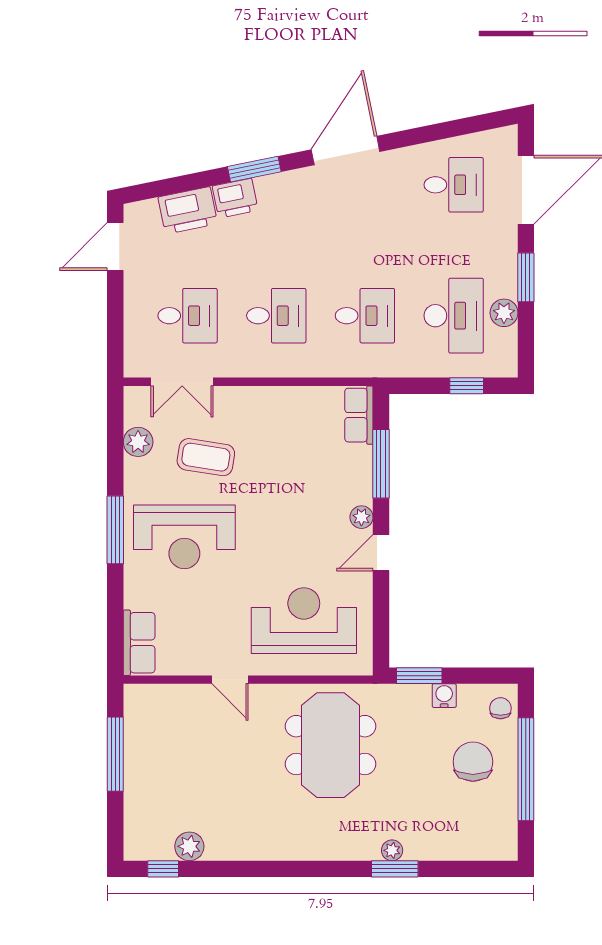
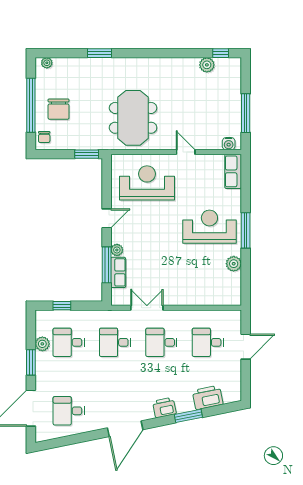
window: (254, 169) -> (188, 416), moved
printer: (235, 198) -> (164, 408), moved
door: (115, 247) -> (246, 347), moved
desk: (454, 316) -> (69, 342), width x0.73
double door: (182, 382) -> (147, 308), moved
row of seats: (359, 415) -> (118, 272), moved
plant: (138, 442) -> (234, 264), moved
coffee table: (206, 457) -> (198, 268), removed
plant: (361, 517) -> (117, 250), moved
reception desk: (304, 621) -> (147, 183), turned 180
water cooler: (444, 696) -> (229, 144), moved
plant: (392, 850) -> (47, 63), moved

